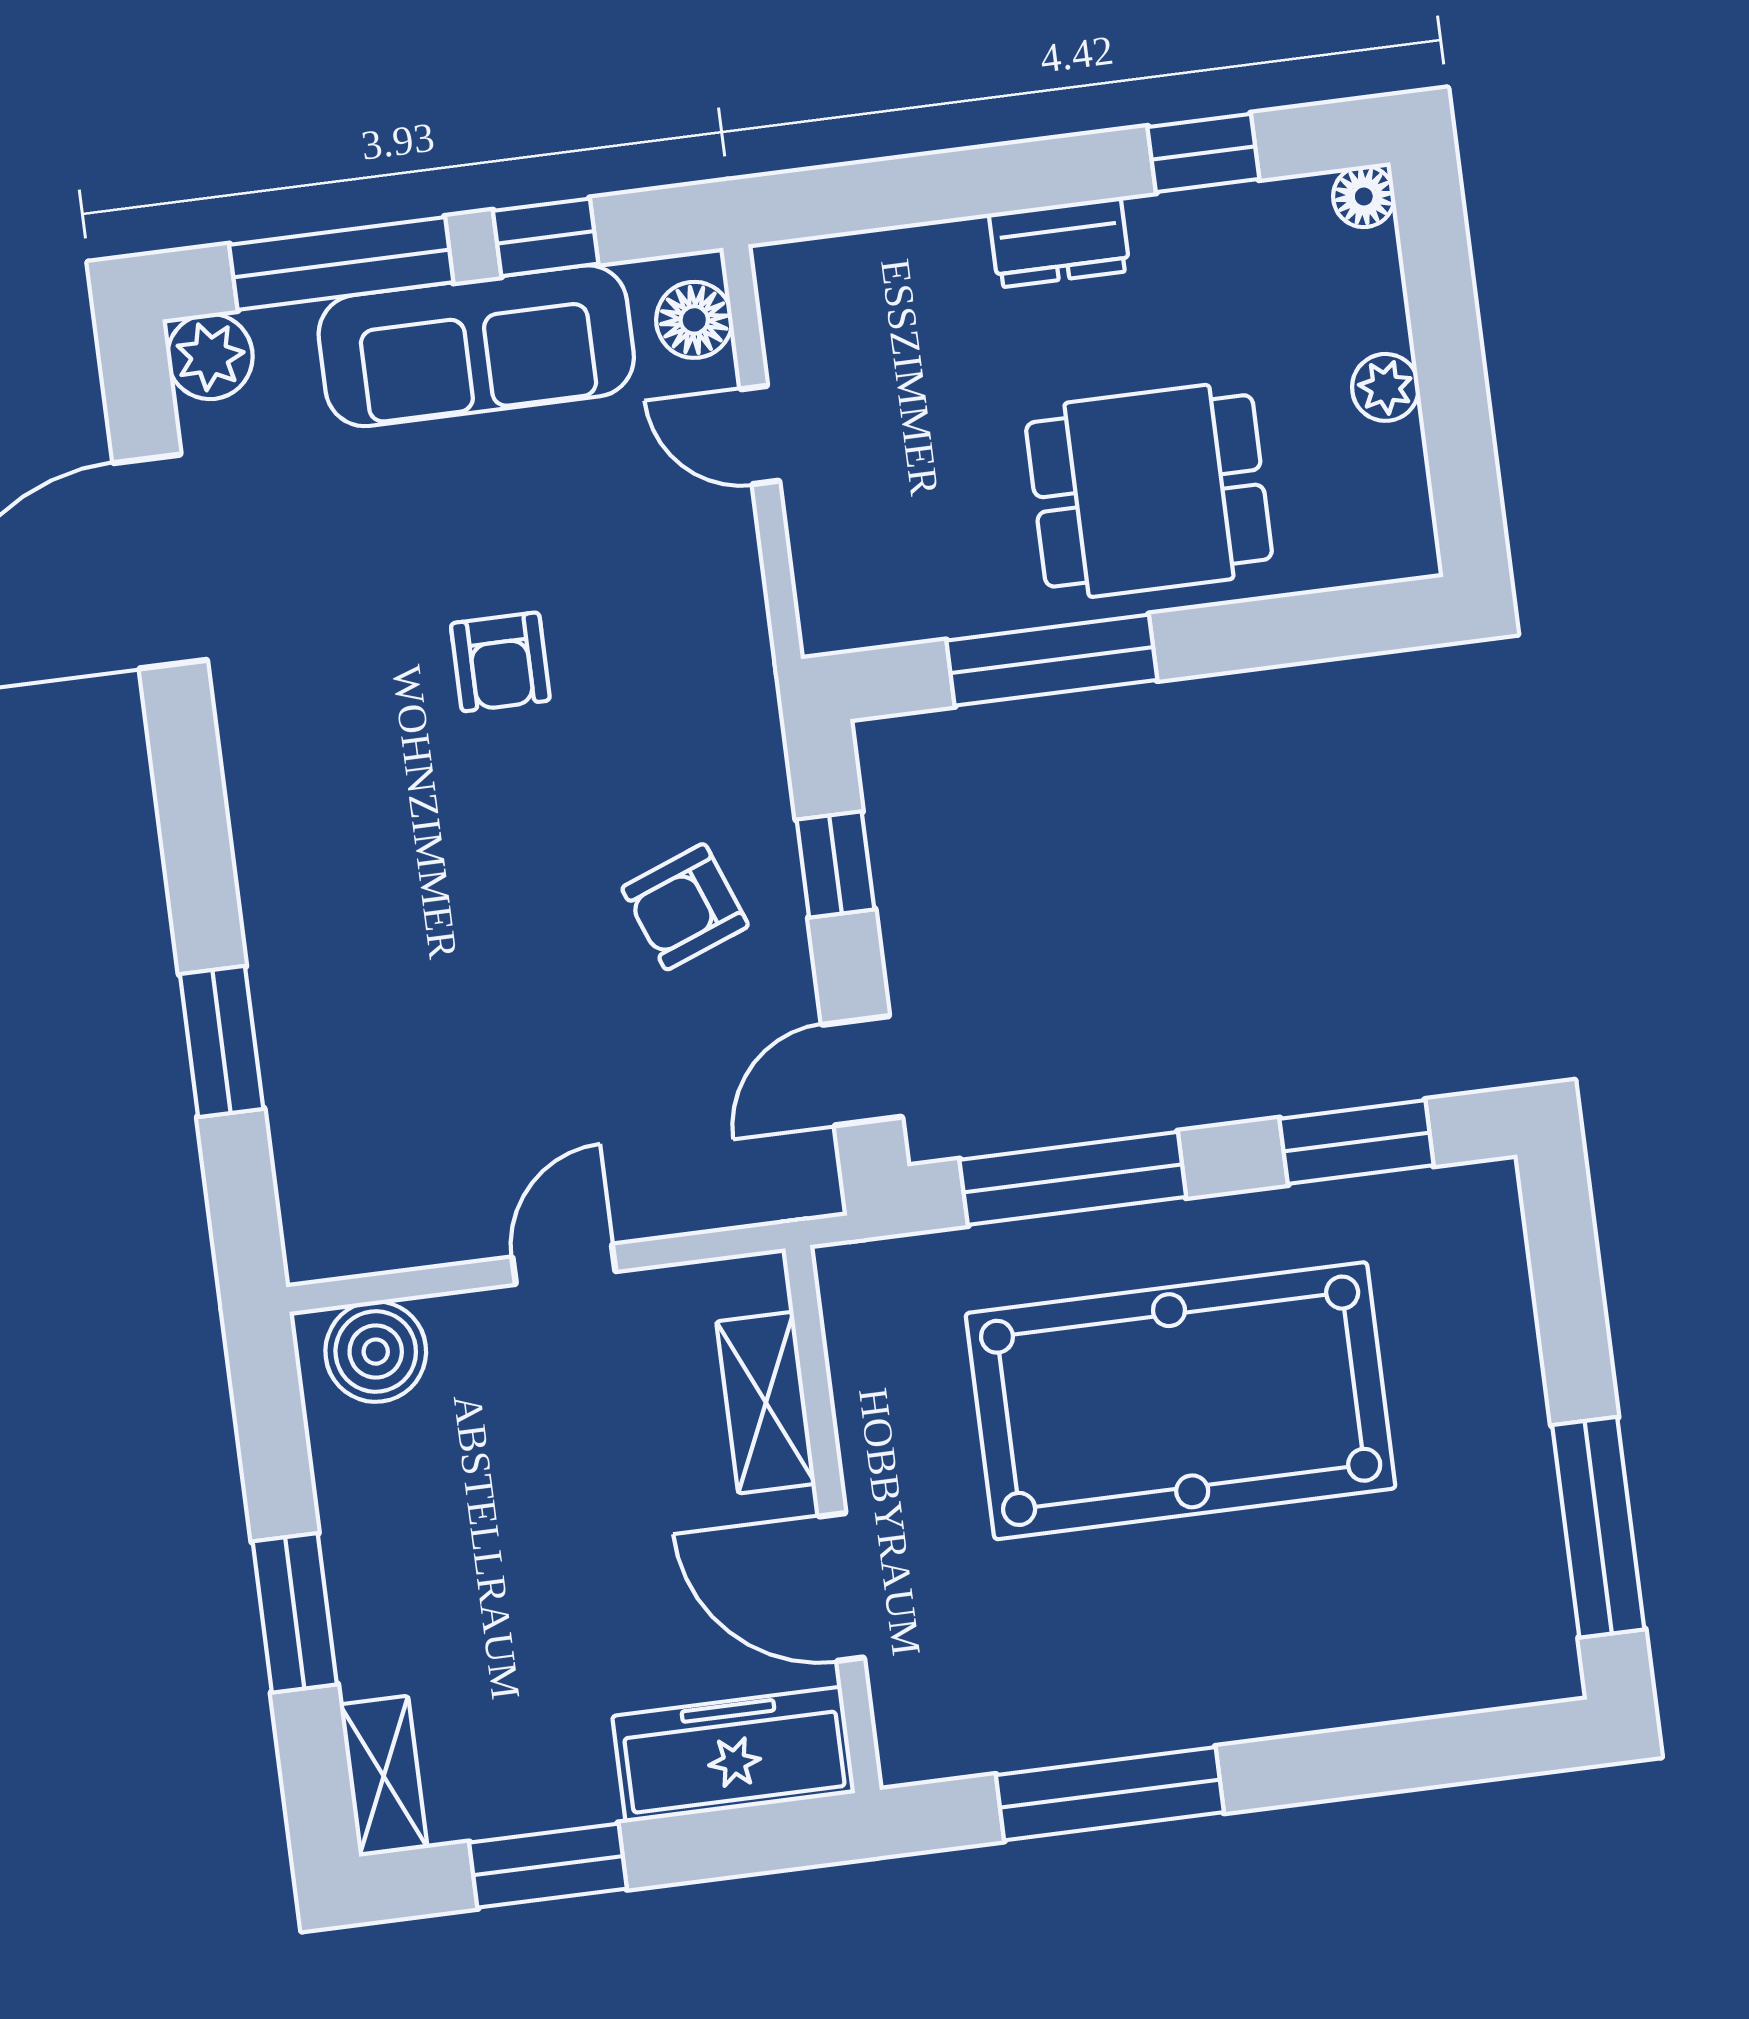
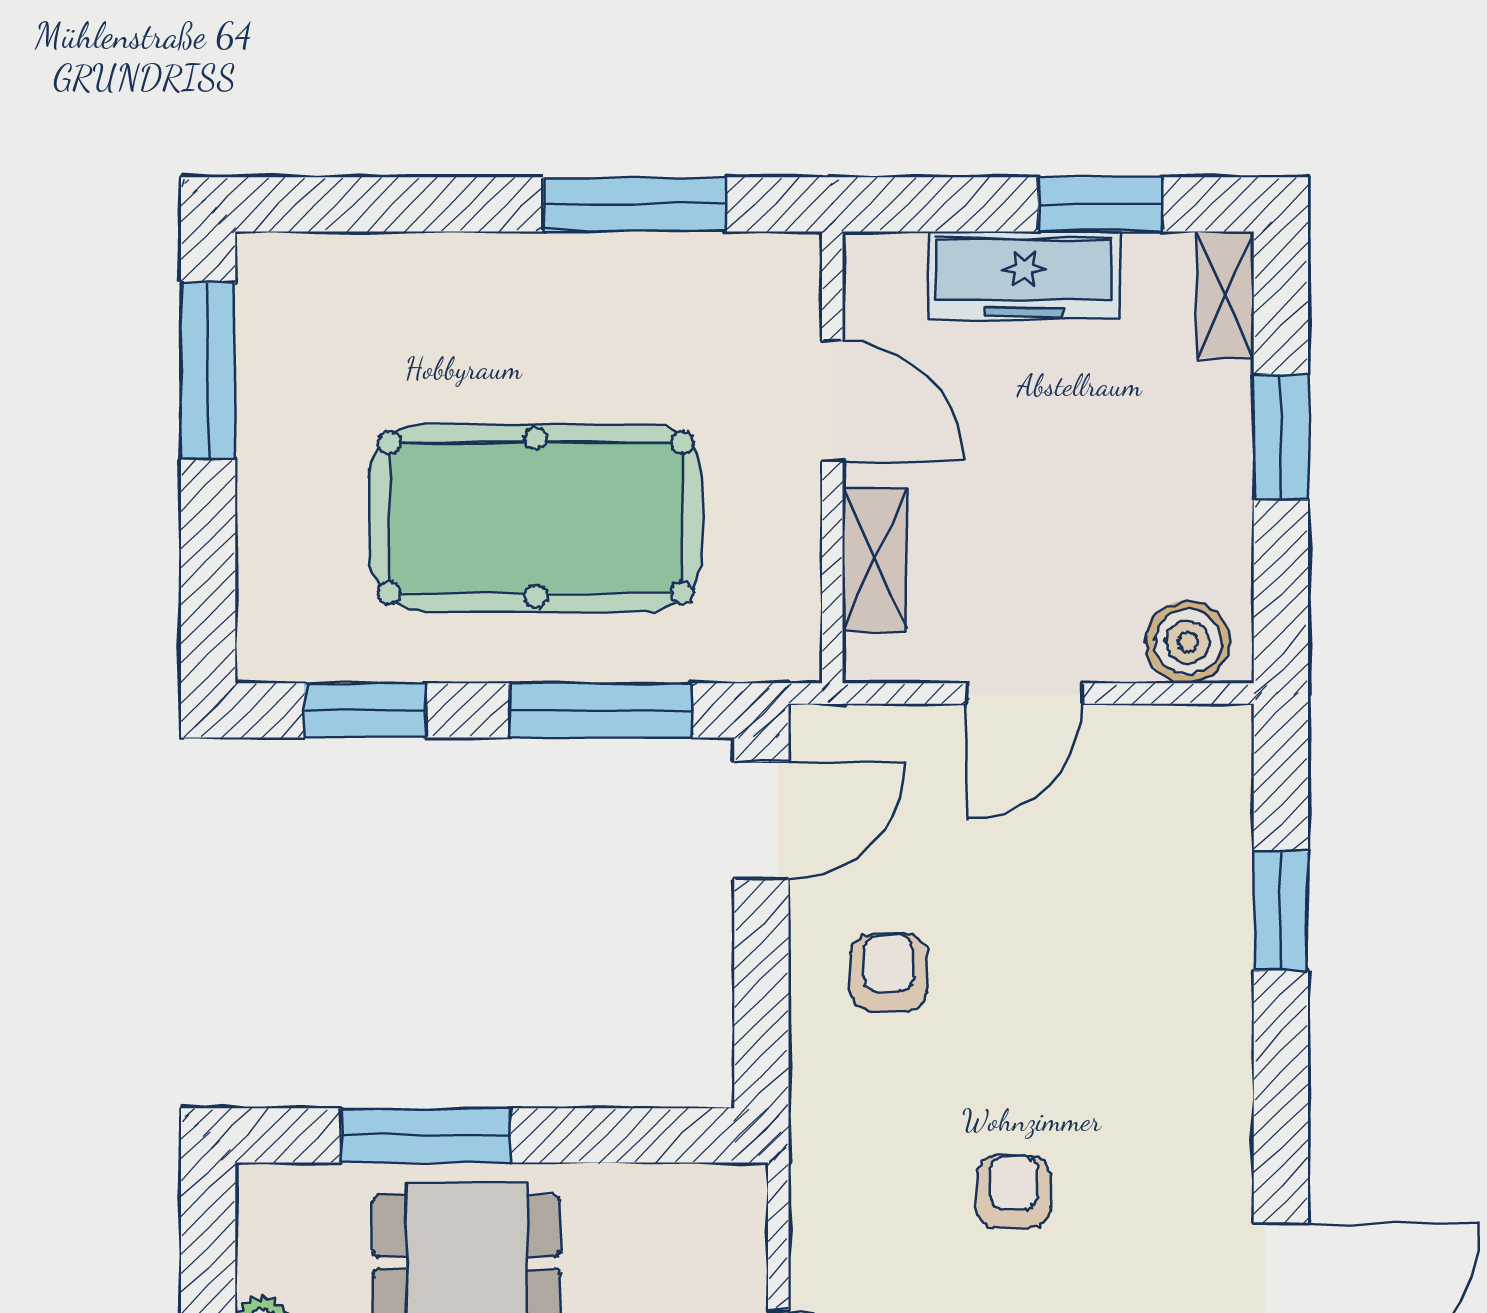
window: (1052, 660) -> (426, 1135), moved
window: (835, 864) -> (761, 991), removed
armchair: (685, 907) -> (889, 973), turned -69
door: (862, 1071) -> (761, 820), width x1.38
door: (564, 1264) -> (1025, 693), width x1.38
freezer: (734, 1755) -> (1024, 275), moved

